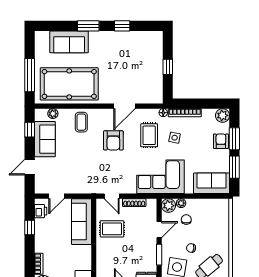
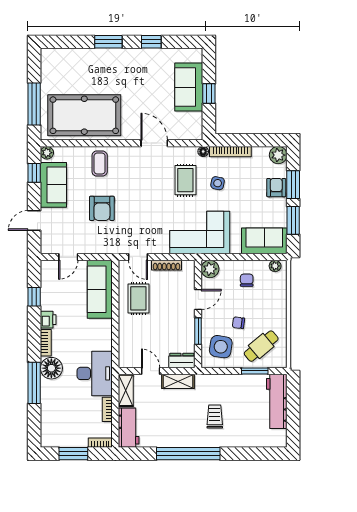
sofa: (69, 42) -> (189, 87), moved, turned 90
door: (124, 106) -> (154, 143), swing flipped
plant: (53, 114) -> (47, 153), moved
armchair: (113, 140) -> (102, 208), moved
plant: (181, 203) -> (275, 266), moved
printer: (41, 211) -> (48, 320), moved
chair: (186, 220) -> (247, 280), moved
rug: (112, 229) -> (138, 298), turned 90

